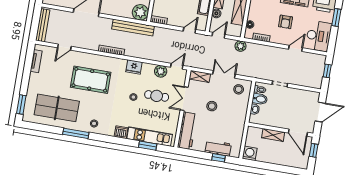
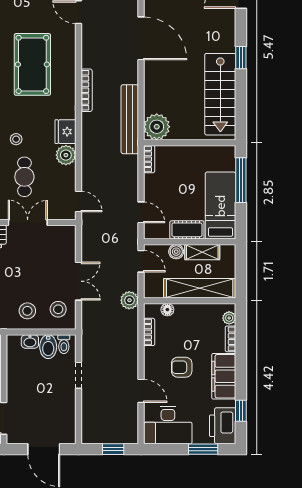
plant: (161, 71) -> (66, 155), moved
shelving: (200, 76) -> (68, 242), removed
stool: (212, 106) -> (27, 311), moved

